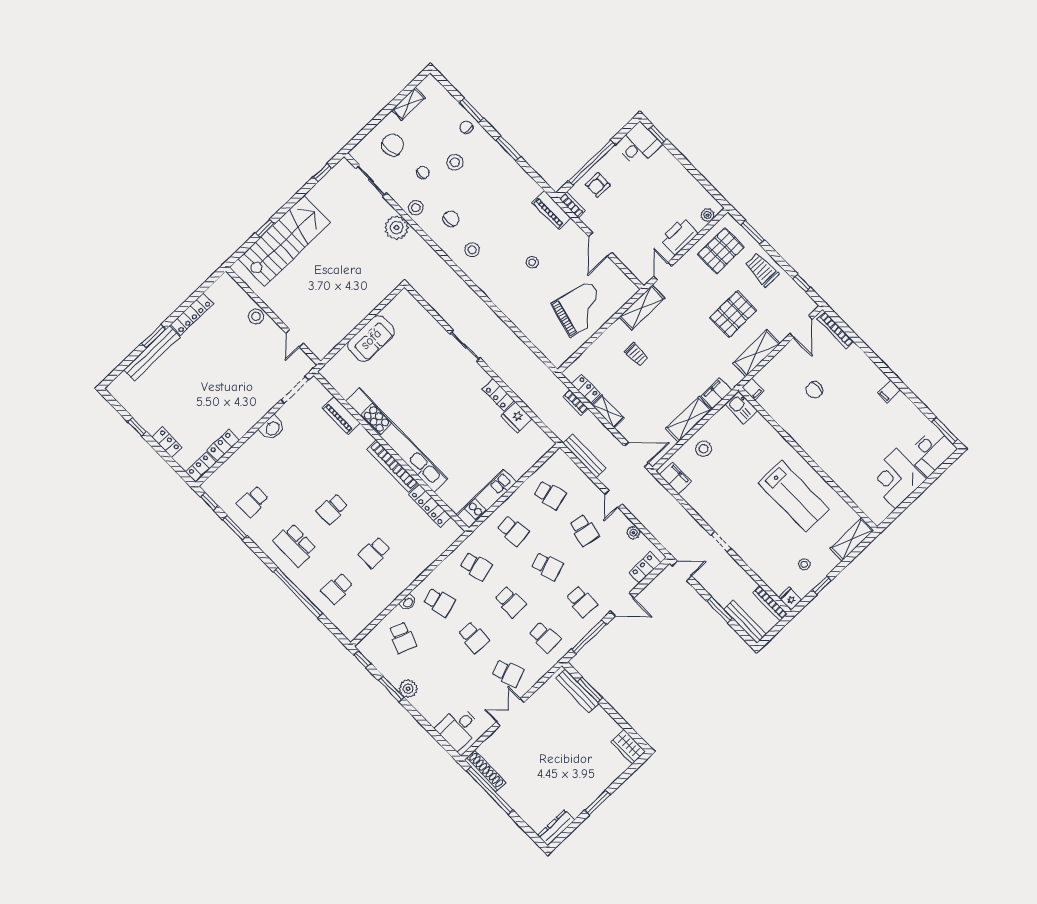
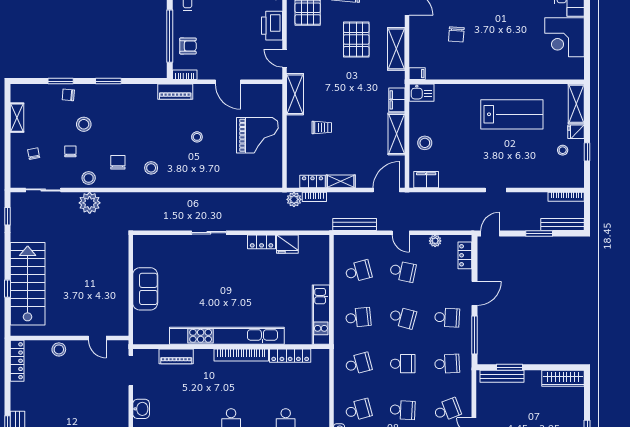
chair: (393, 145) -> (34, 154), width x0.54, depth x0.54
armchair: (598, 185) -> (188, 46), turned -90
grand piano: (580, 309) -> (257, 135), turned 76
locker: (192, 314) -> (17, 361), moved
plant: (557, 388) -> (294, 199), added
school desk: (547, 566) -> (403, 318), turned 33
fridge: (790, 599) -> (576, 132), moved
wardrobe: (628, 747) -> (563, 378), width x1.50

